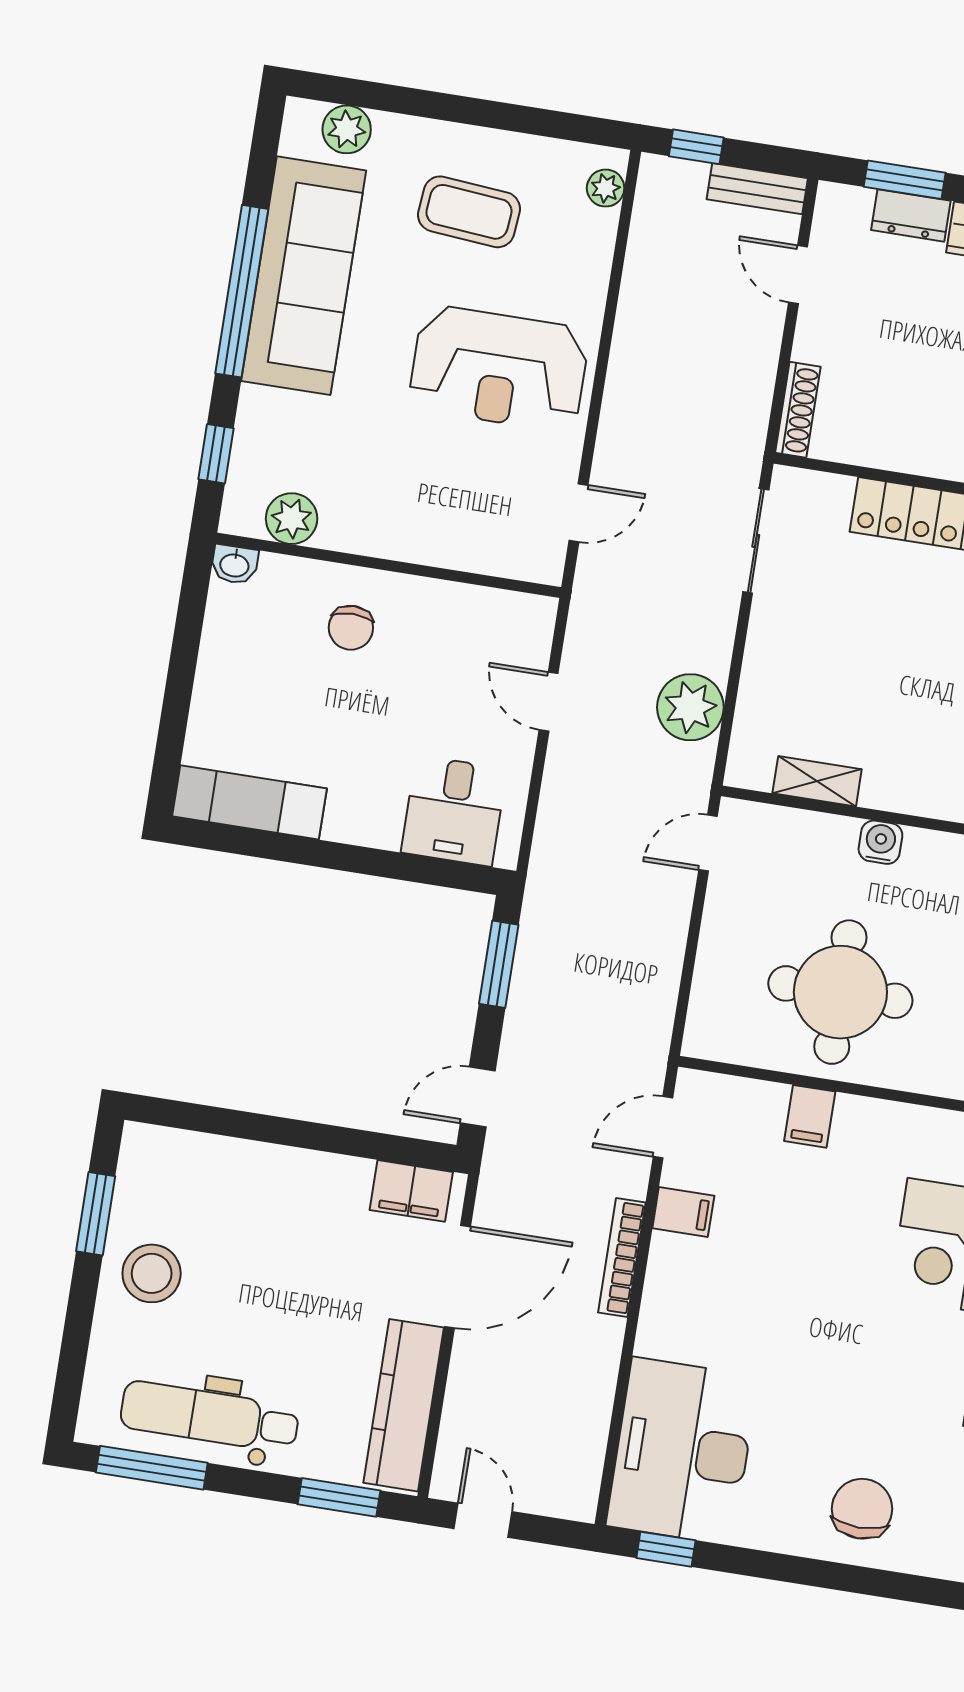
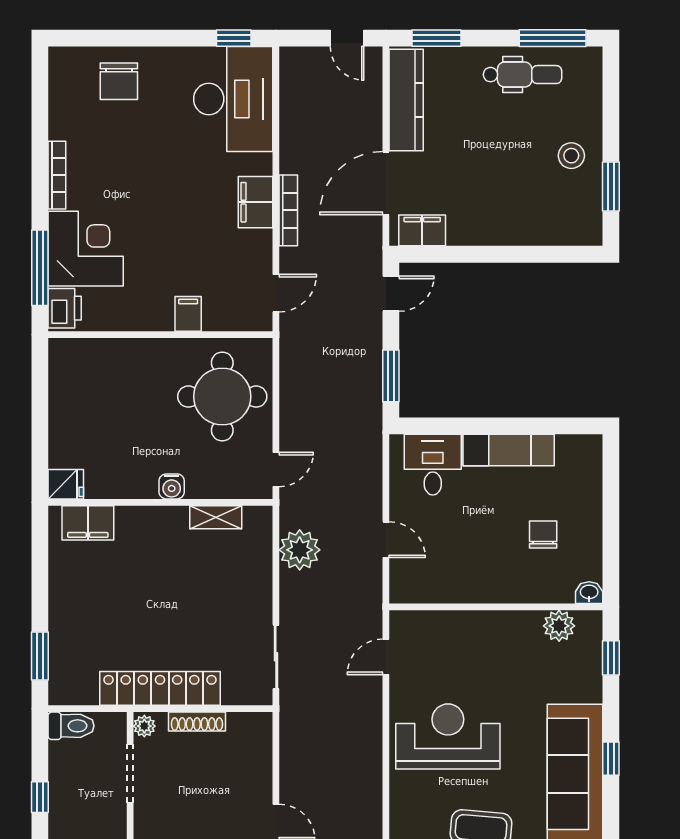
window: (242, 291) -> (611, 759), width x0.32
shoe rack: (798, 410) -> (197, 722), moved, turned -90
chair: (351, 628) -> (543, 535), moved
exam couch: (249, 802) -> (509, 450), moved
round table: (840, 992) -> (222, 397), moved
filing cabinet: (683, 1212) -> (255, 202), moved, width x2.00
stool: (152, 1273) -> (571, 156), width x0.73, depth x0.73
dental chair: (210, 1417) -> (522, 75), width x0.73, depth x0.72

